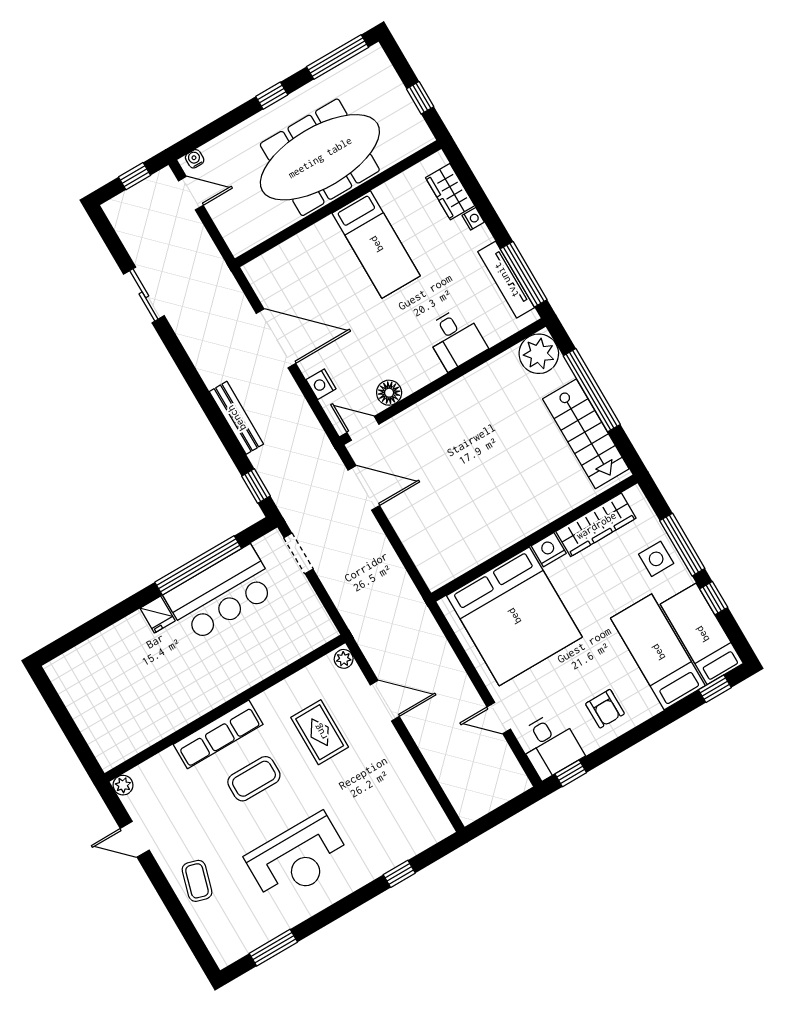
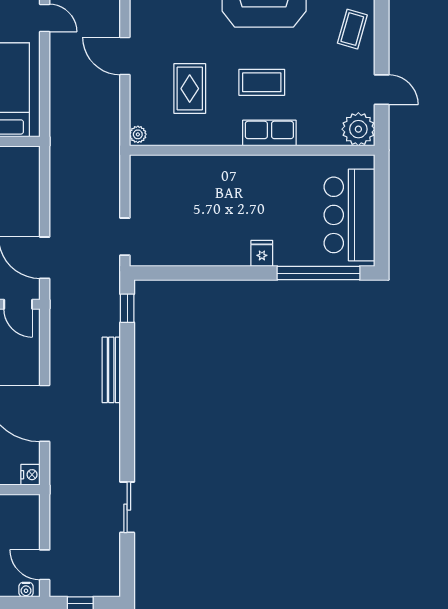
nightstand: (321, 384) -> (30, 475), moved
window: (198, 565) -> (318, 273), moved
bar counter: (221, 594) -> (350, 215), moved, turned -90
door: (385, 701) -> (125, 56), moved
row of seats: (218, 734) -> (269, 133), width x0.68
plant: (123, 785) -> (358, 129), width x1.88, depth x1.88

